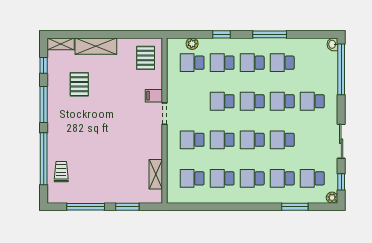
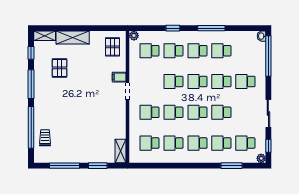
plant: (192, 44) -> (134, 36), moved
shelving: (156, 174) -> (121, 151), moved

